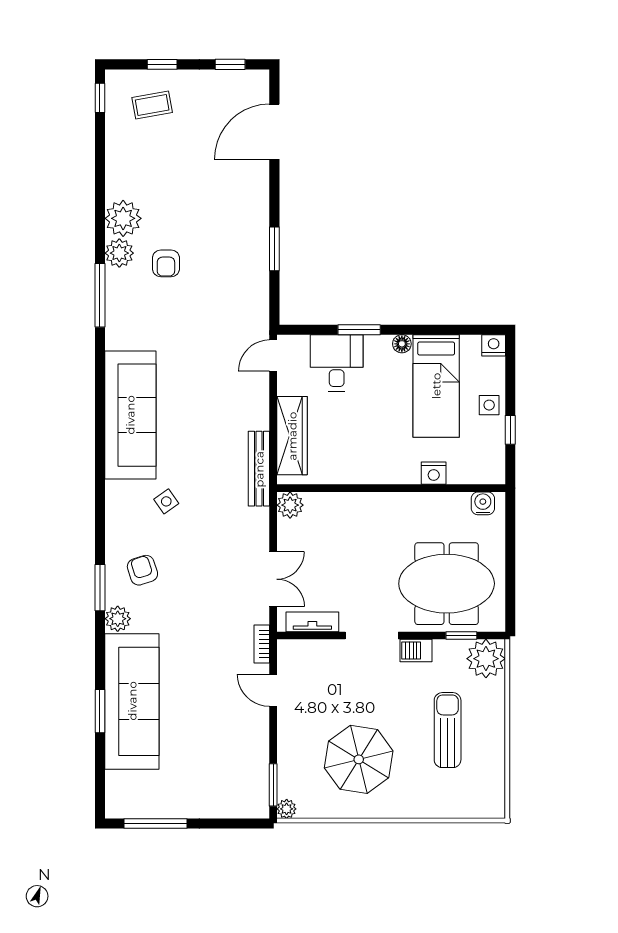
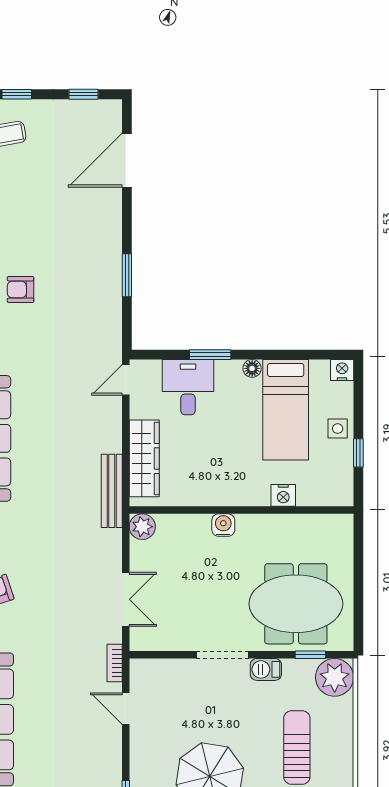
armchair: (166, 263) -> (21, 289), turned 90
side table: (166, 501) -> (21, 523), removed
water cooler: (483, 503) -> (223, 525), moved
tv unit: (312, 622) -> (164, 641), removed

